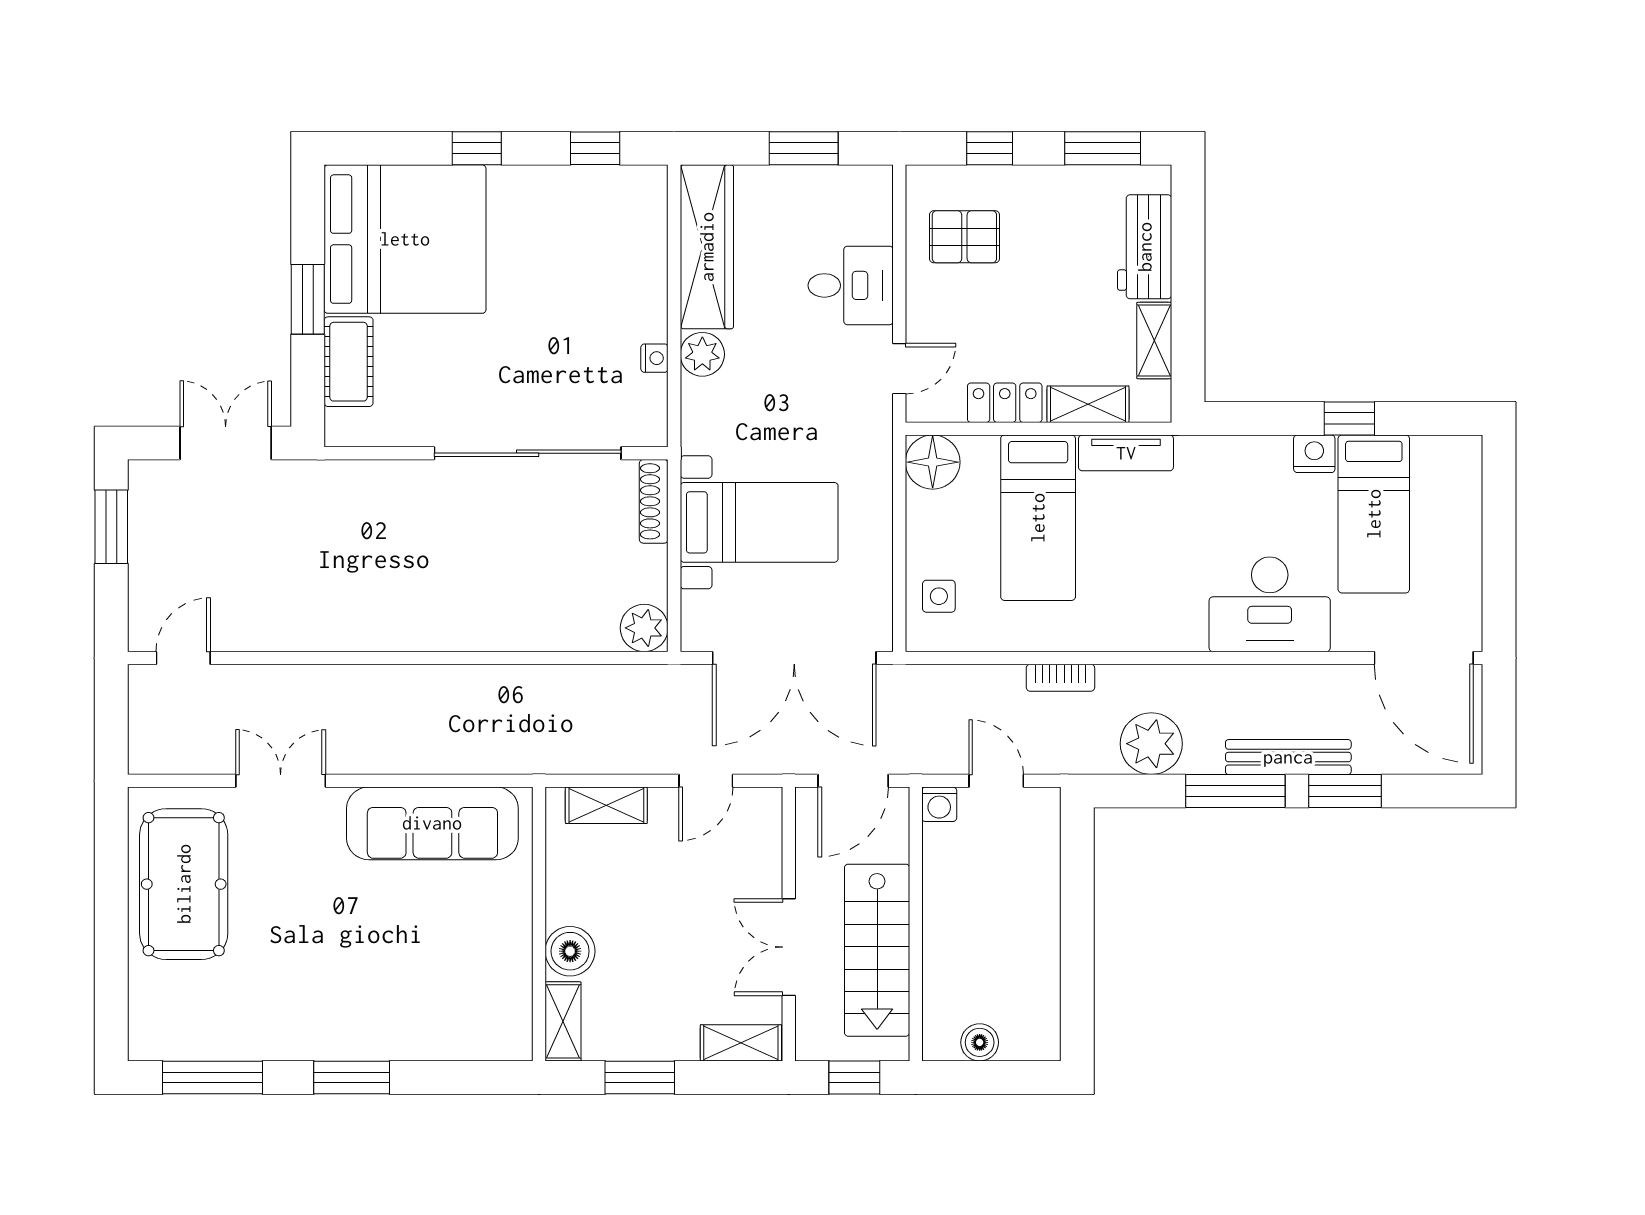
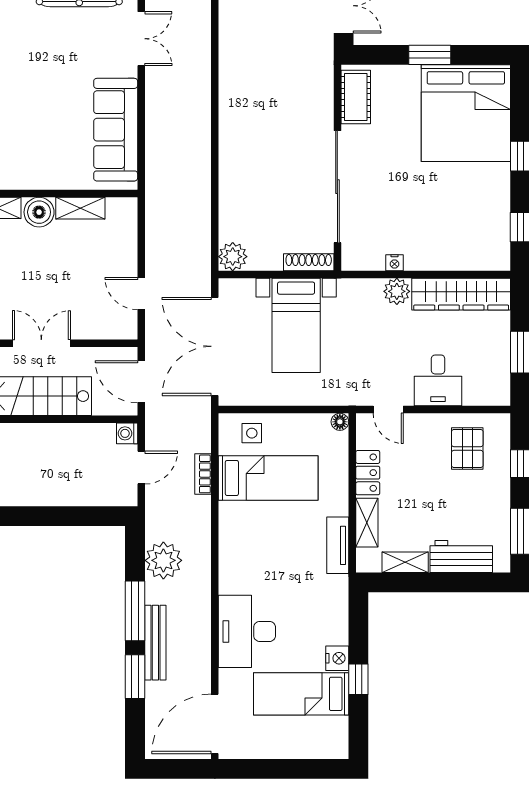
cot: (349, 362) -> (356, 97), moved, turned 90
floor lamp: (933, 462) -> (340, 422), width x0.53, depth x0.53
bed: (1038, 518) -> (268, 478), moved, turned 180
bookcase: (1060, 678) -> (203, 474), moved
shelving: (606, 805) -> (80, 208), moved, turned 90

